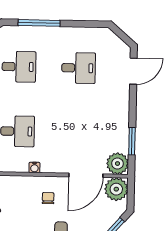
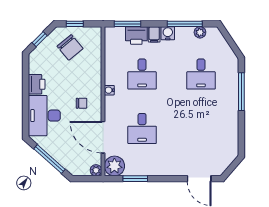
desk: (78, 68) -> (142, 128), moved
plant: (116, 189) -> (96, 170), width x0.53, depth x0.53

